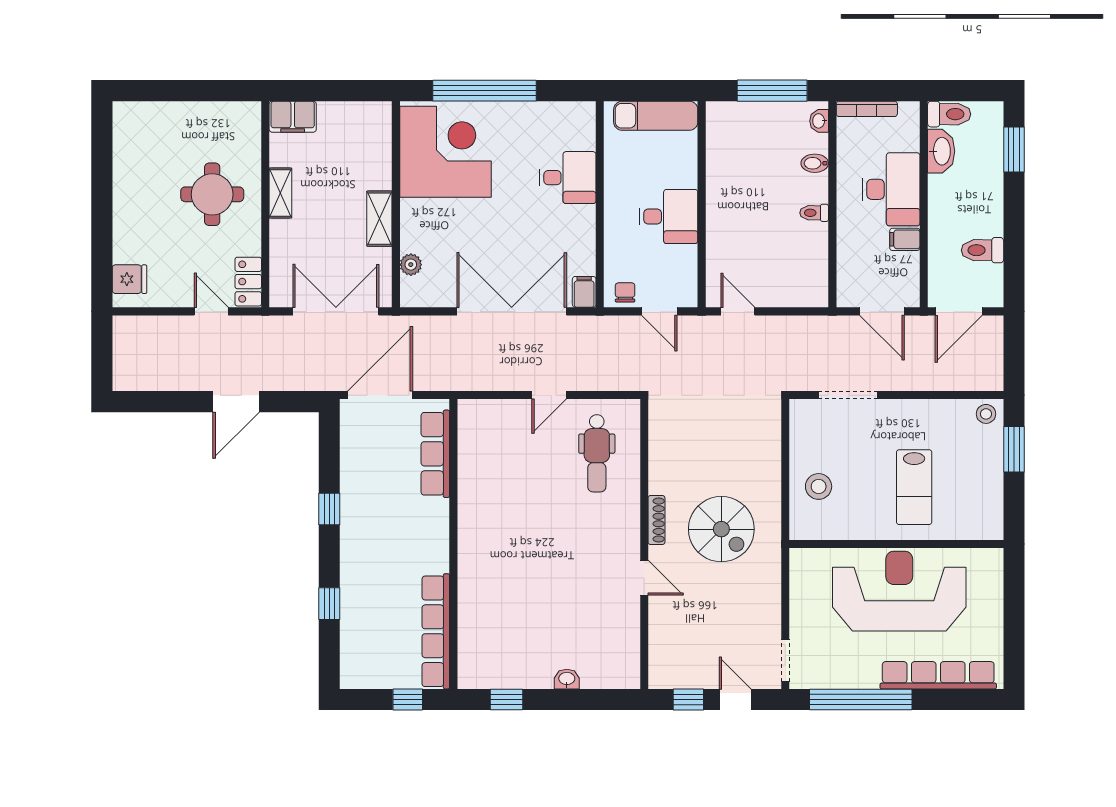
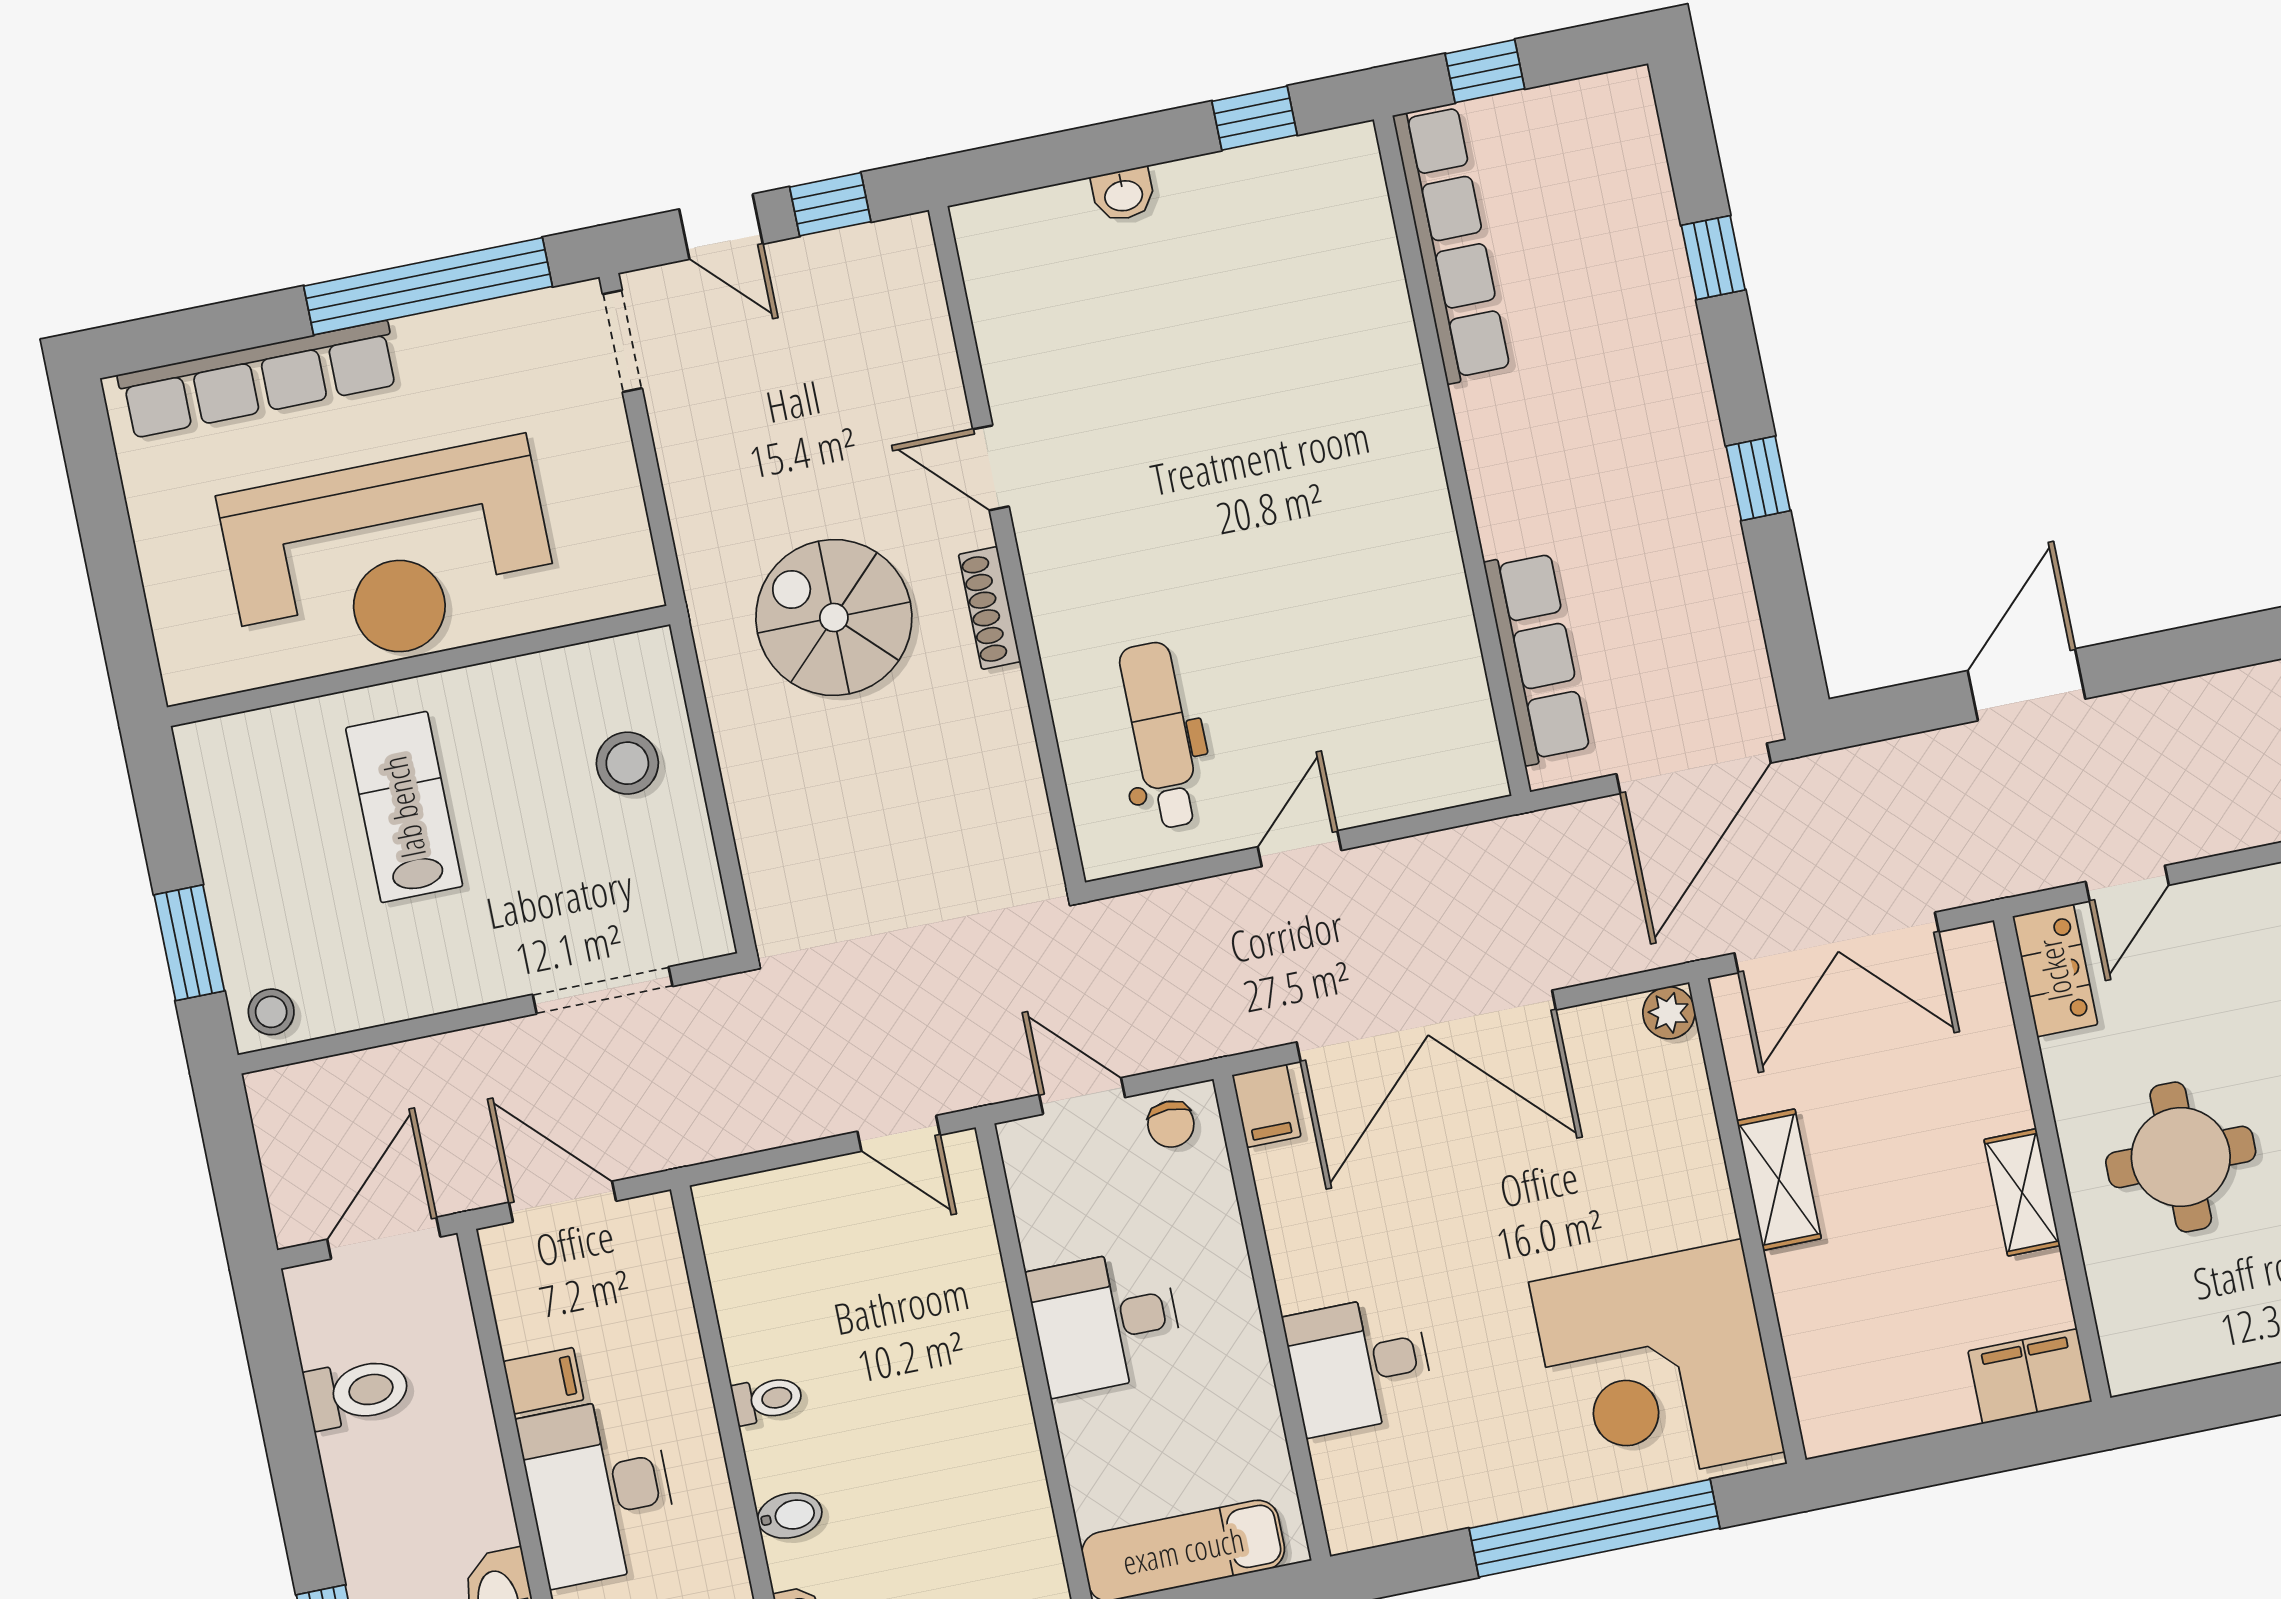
plant: (411, 265) -> (1669, 1013), moved
door: (211, 311) -> (2127, 883), hinge flipped

